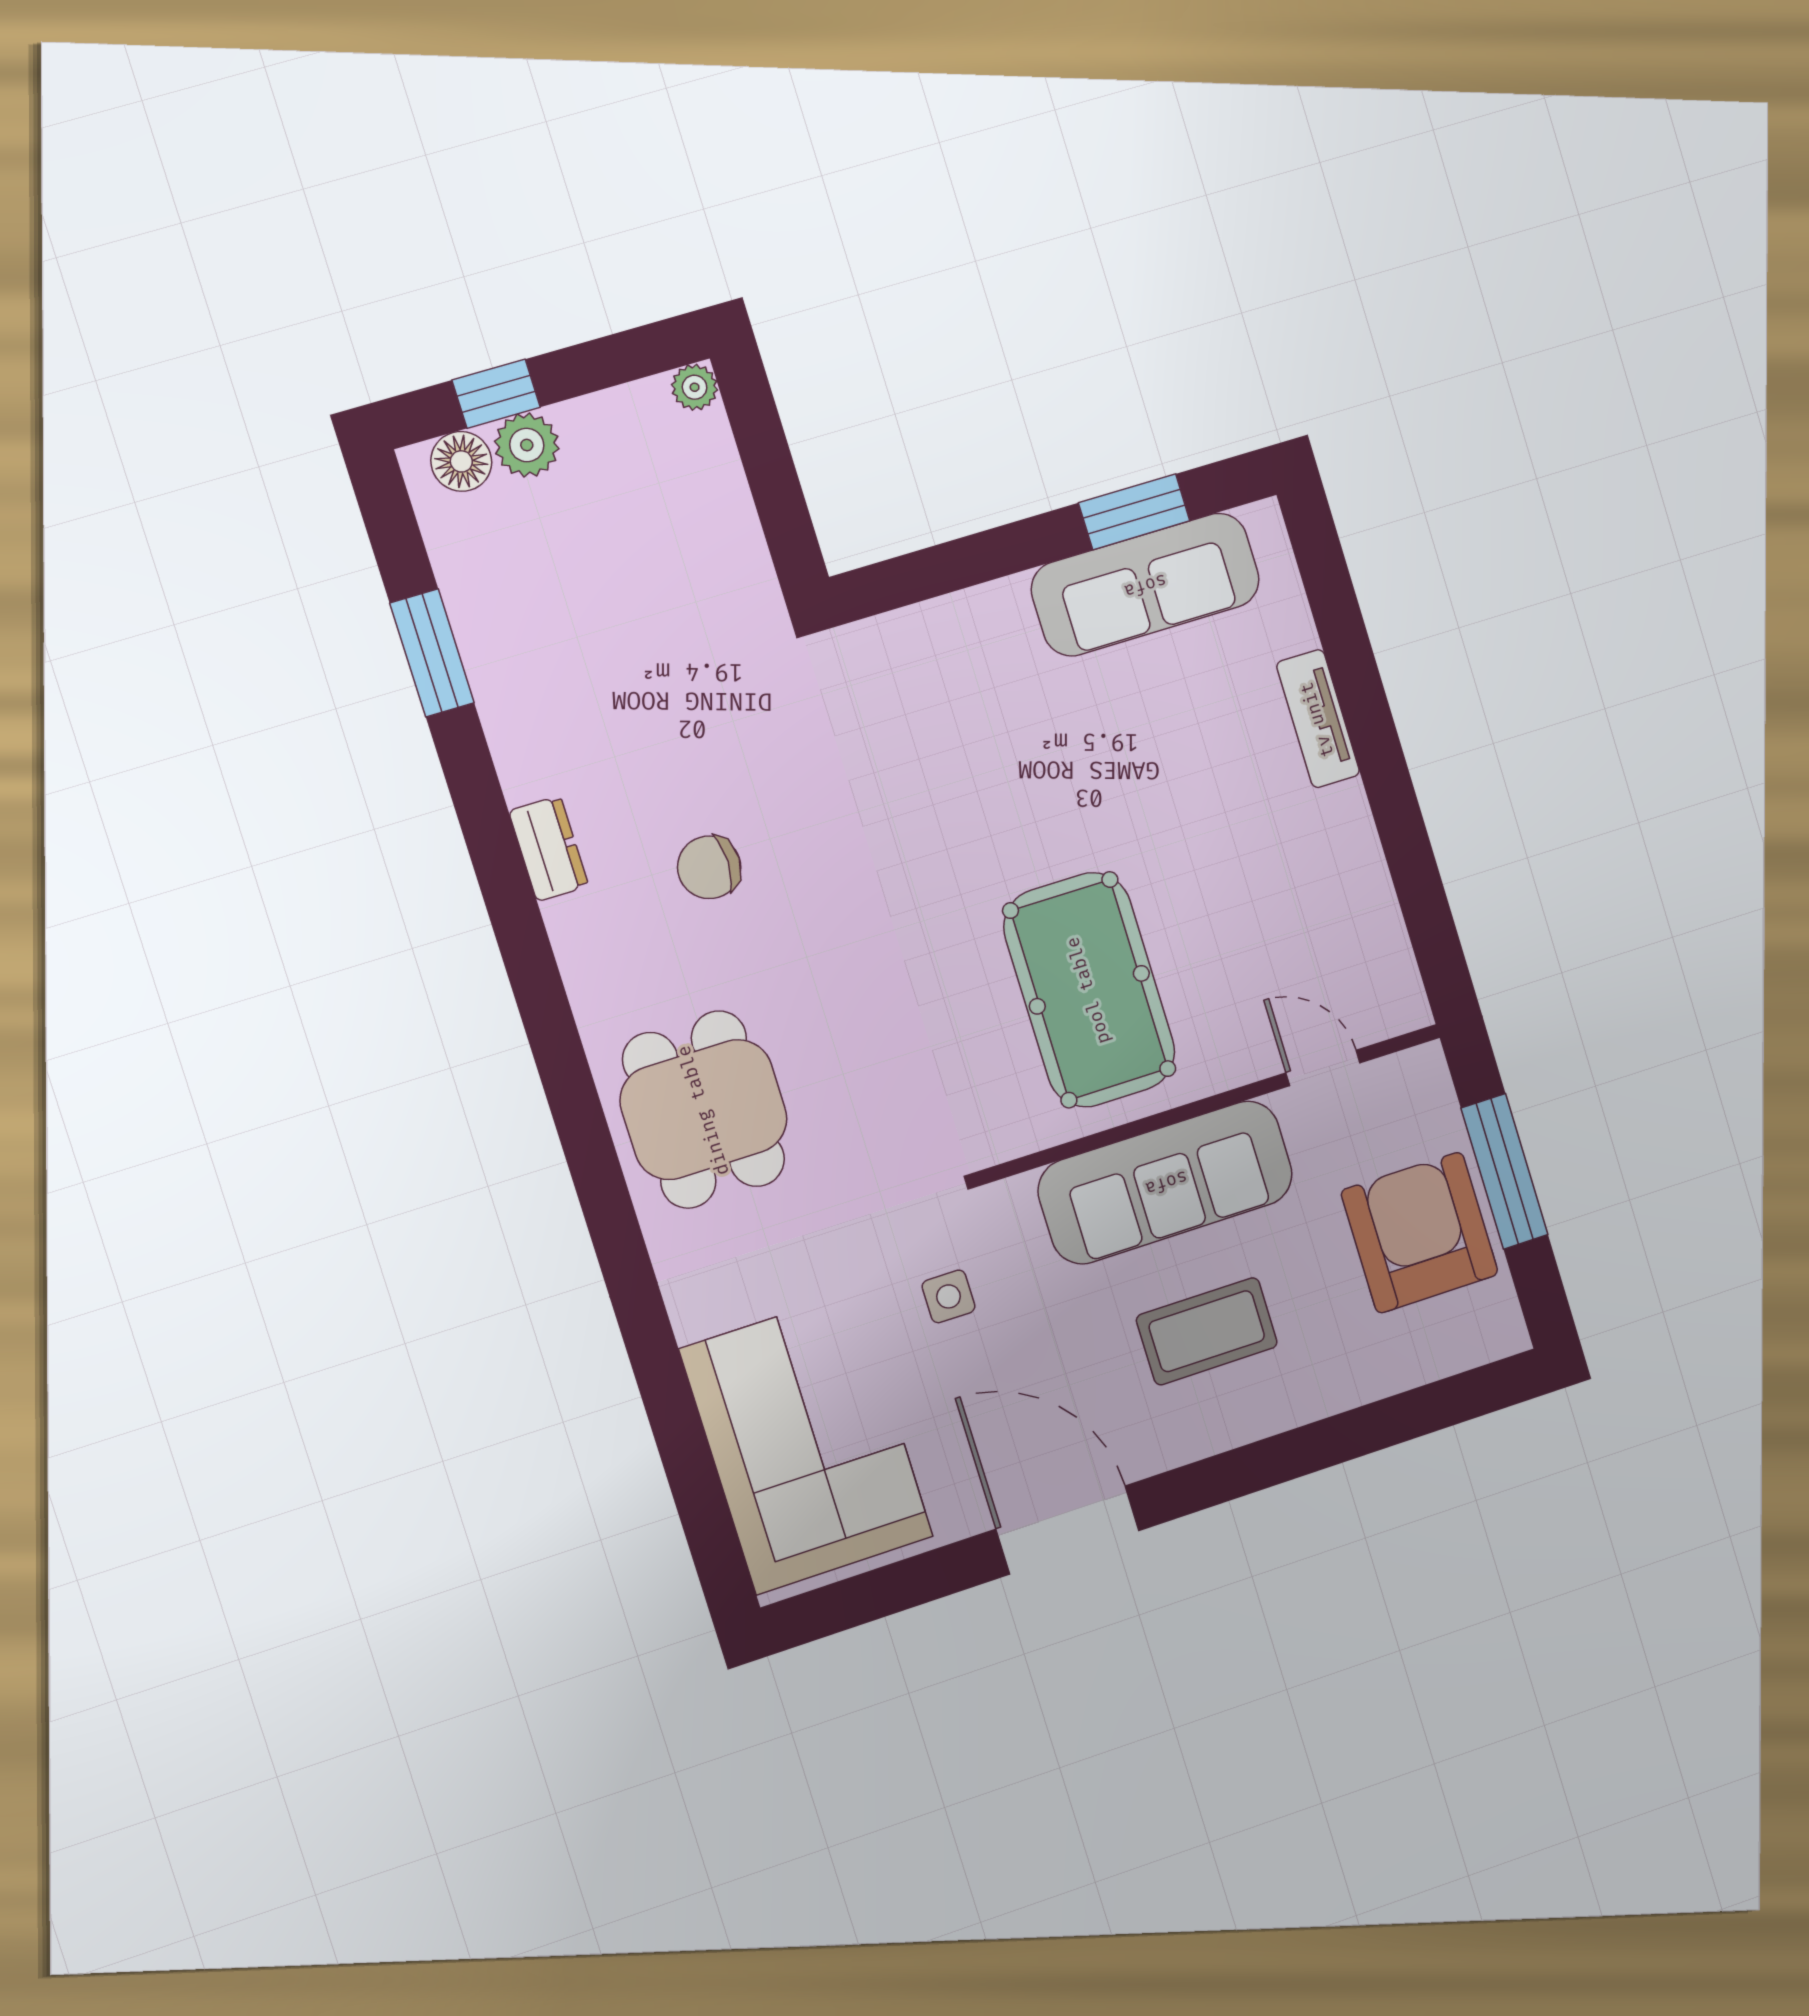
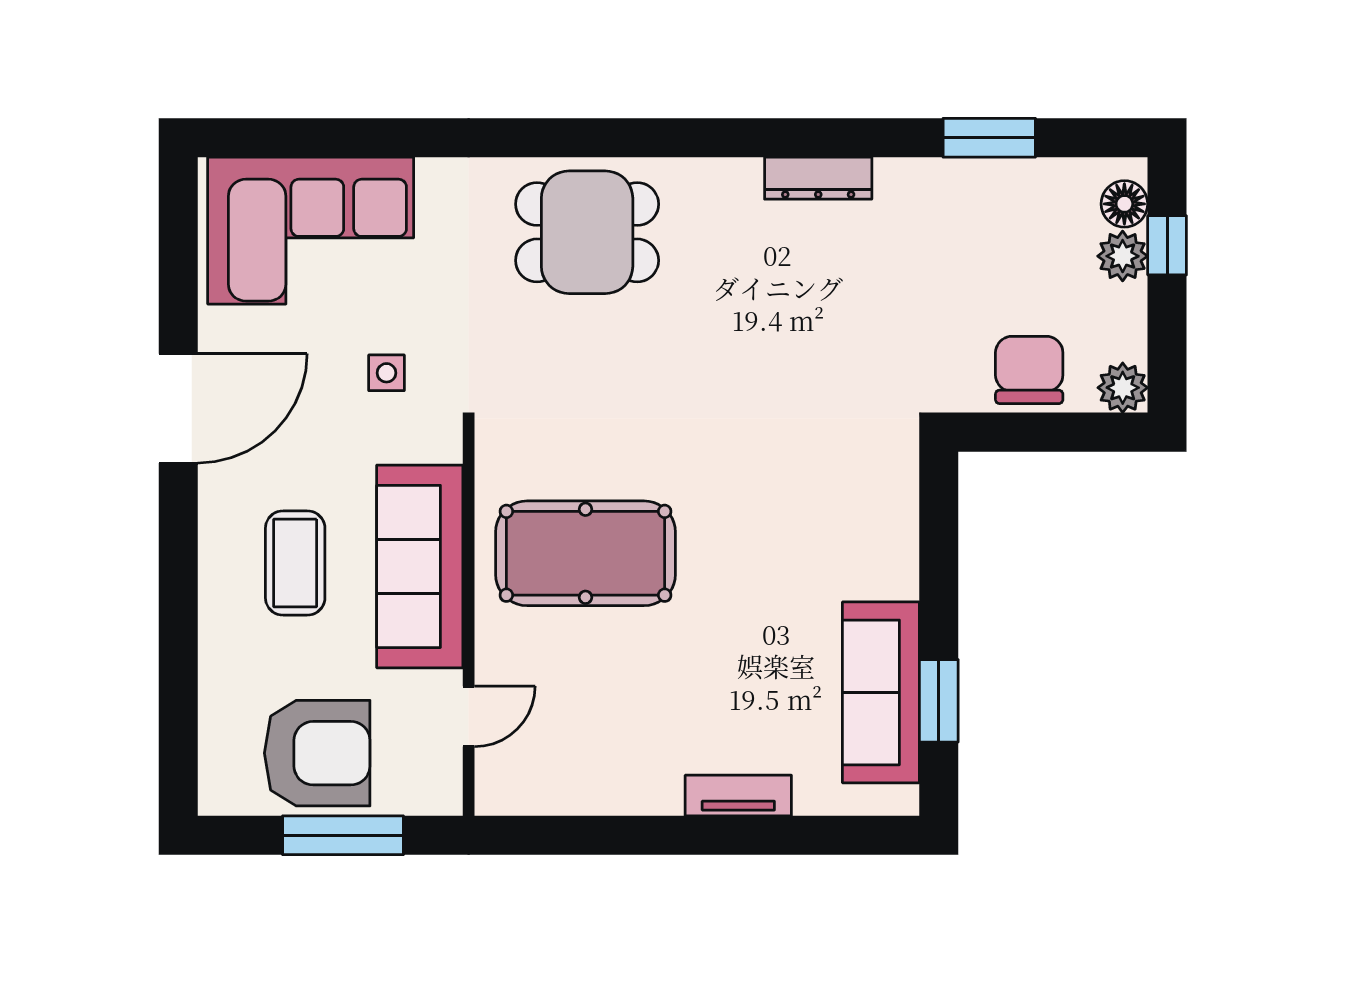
plant: (695, 387) -> (1123, 388), width x1.38, depth x1.38
dresser: (549, 848) -> (818, 178), width x1.44
chair: (709, 867) -> (1029, 370), moved, width x1.37, depth x1.37

